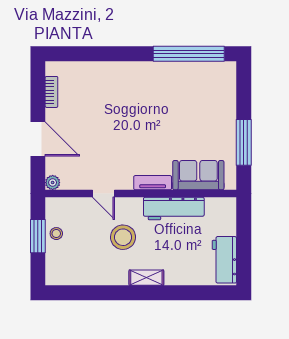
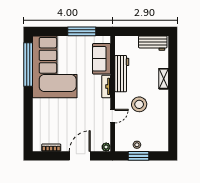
corner sofa: (185, 98) -> (55, 67), added
shelving: (146, 278) -> (164, 79), moved

